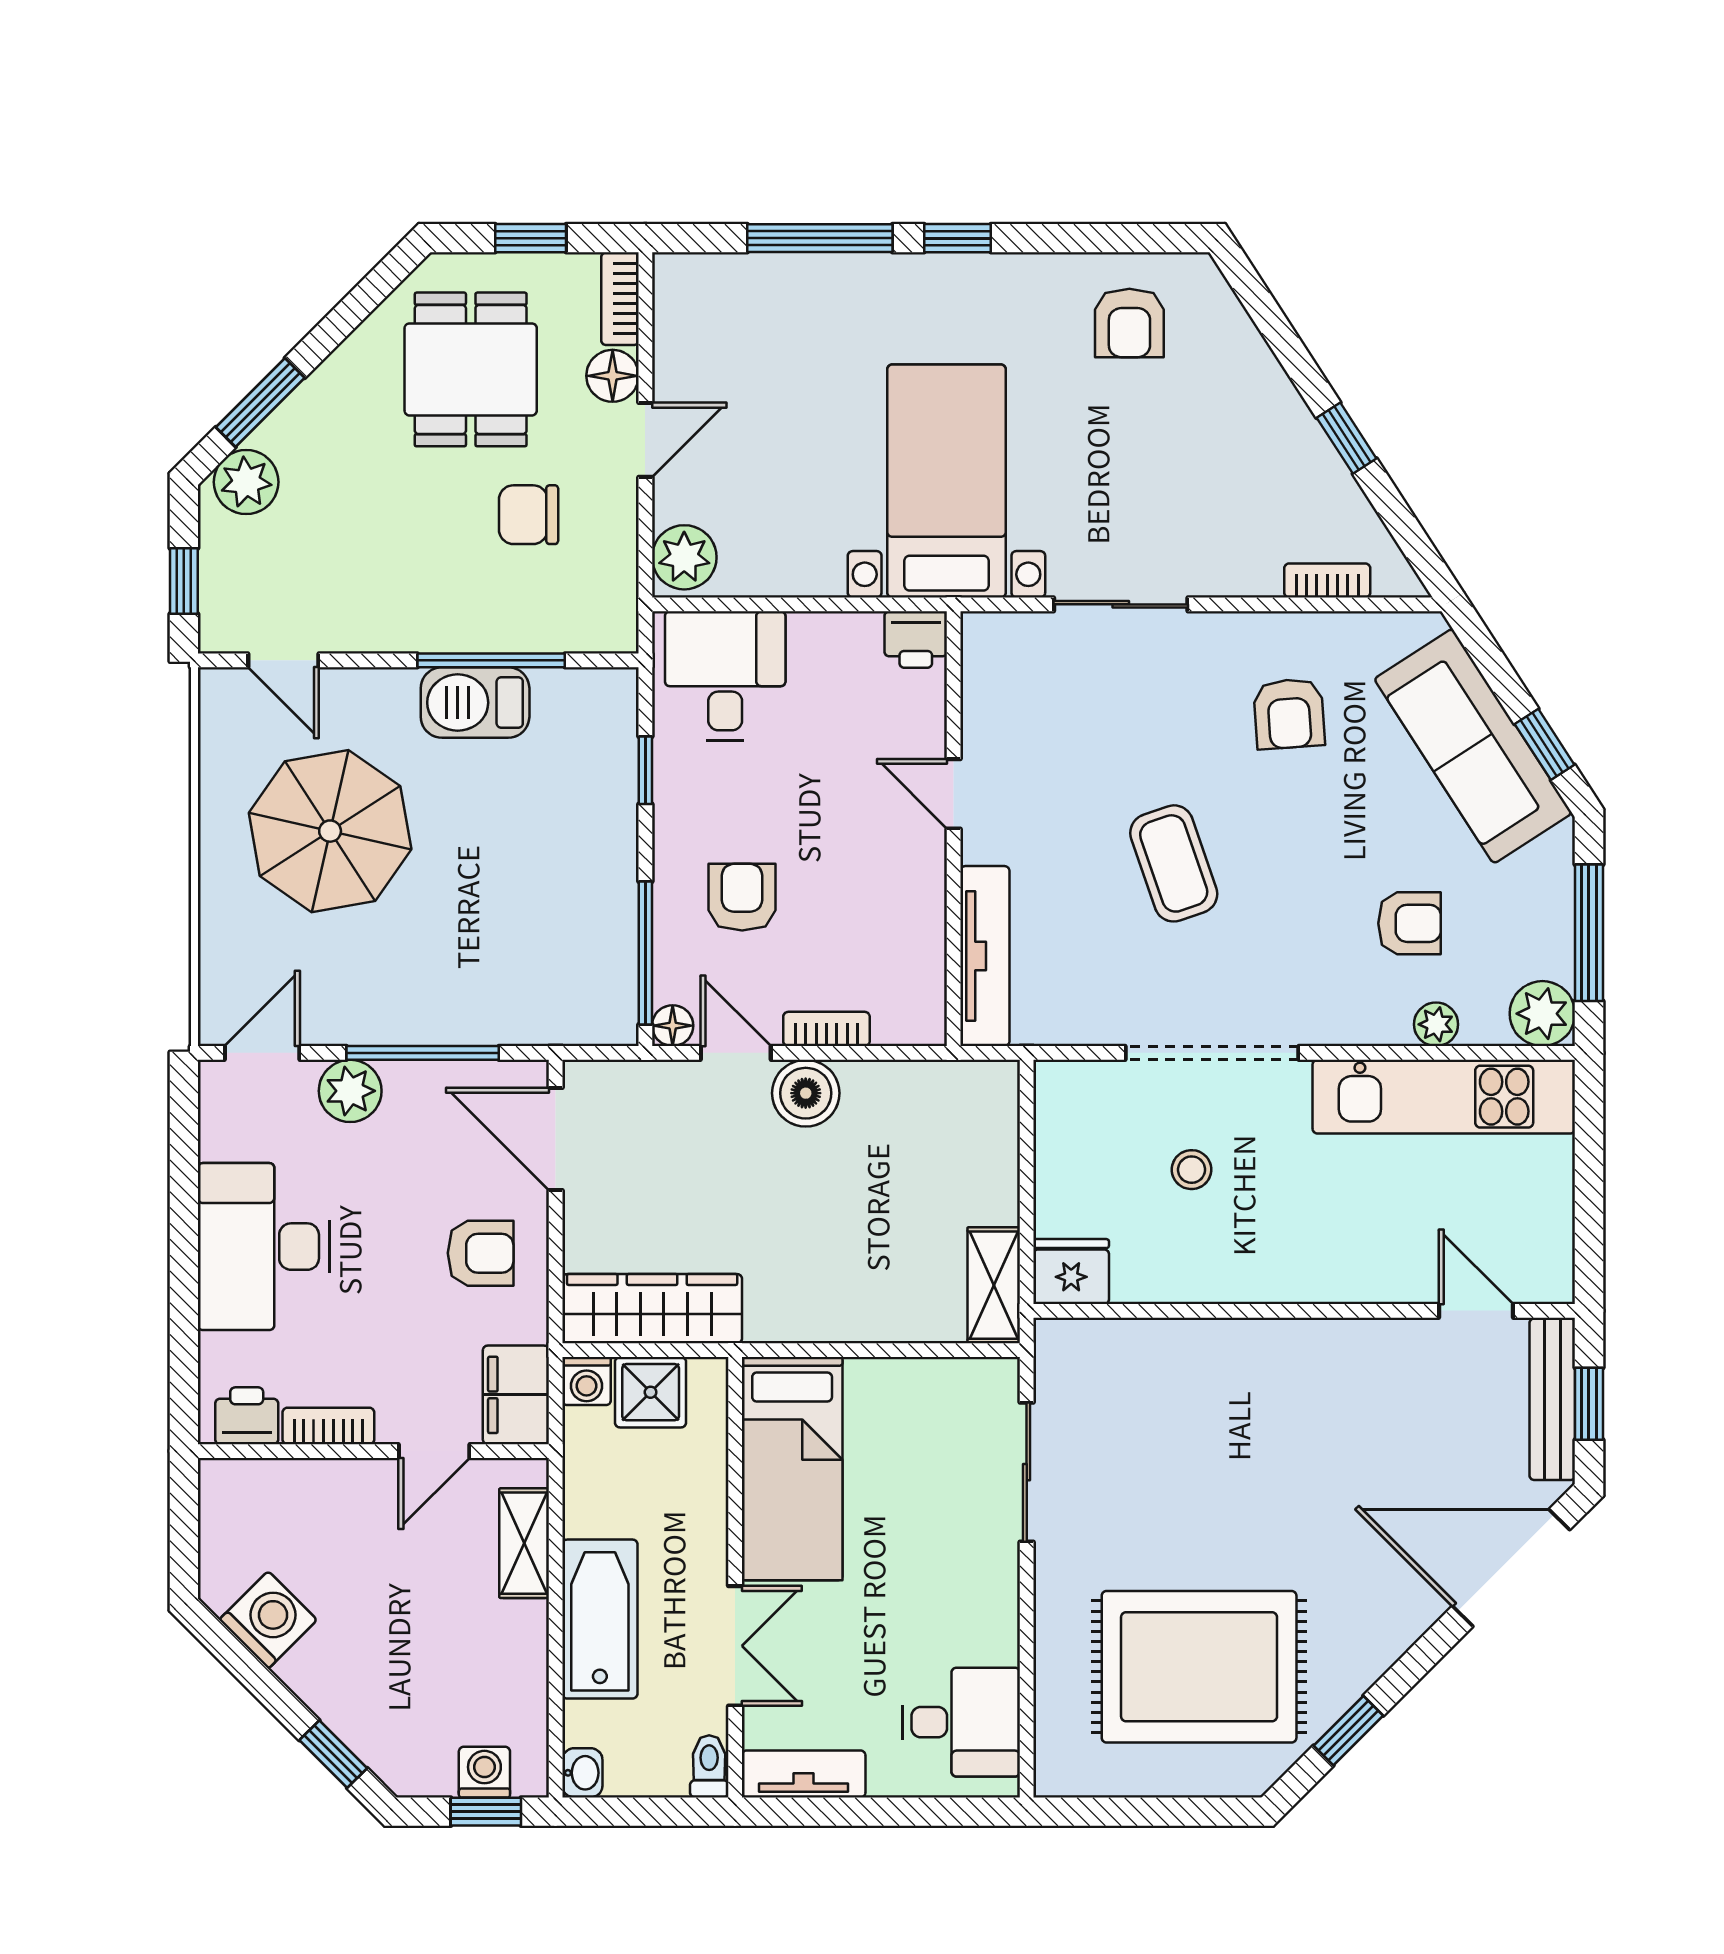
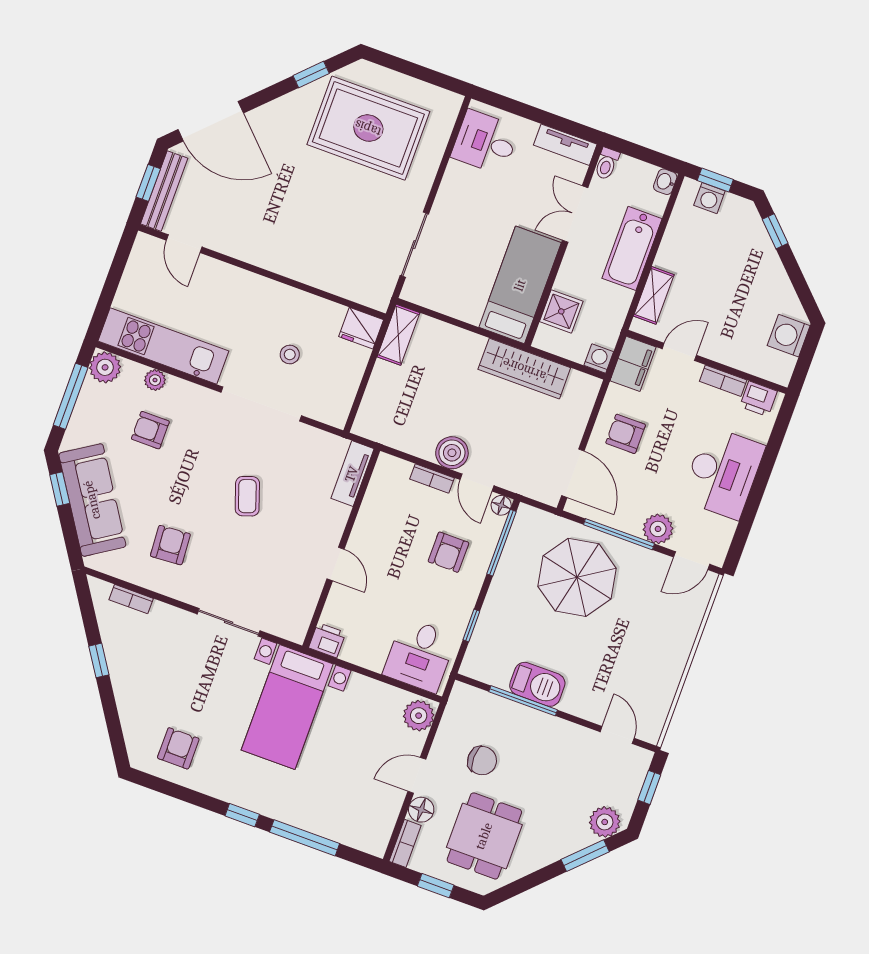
parasol: (330, 831) -> (577, 577), moved
coffee table: (1174, 863) -> (247, 496), width x0.73, depth x0.77
tv unit: (985, 956) -> (352, 474), width x0.71
wardrobe: (652, 1309) -> (524, 369), moved
shower: (651, 1392) -> (561, 311), moved
washing machine: (268, 1620) -> (789, 336), moved, turned 45

